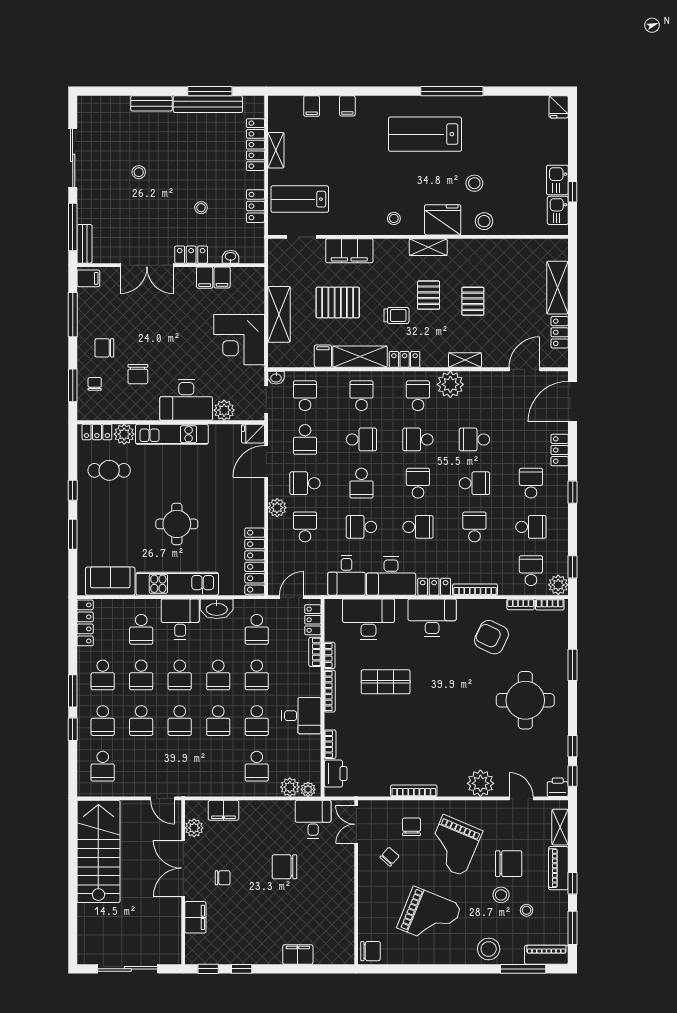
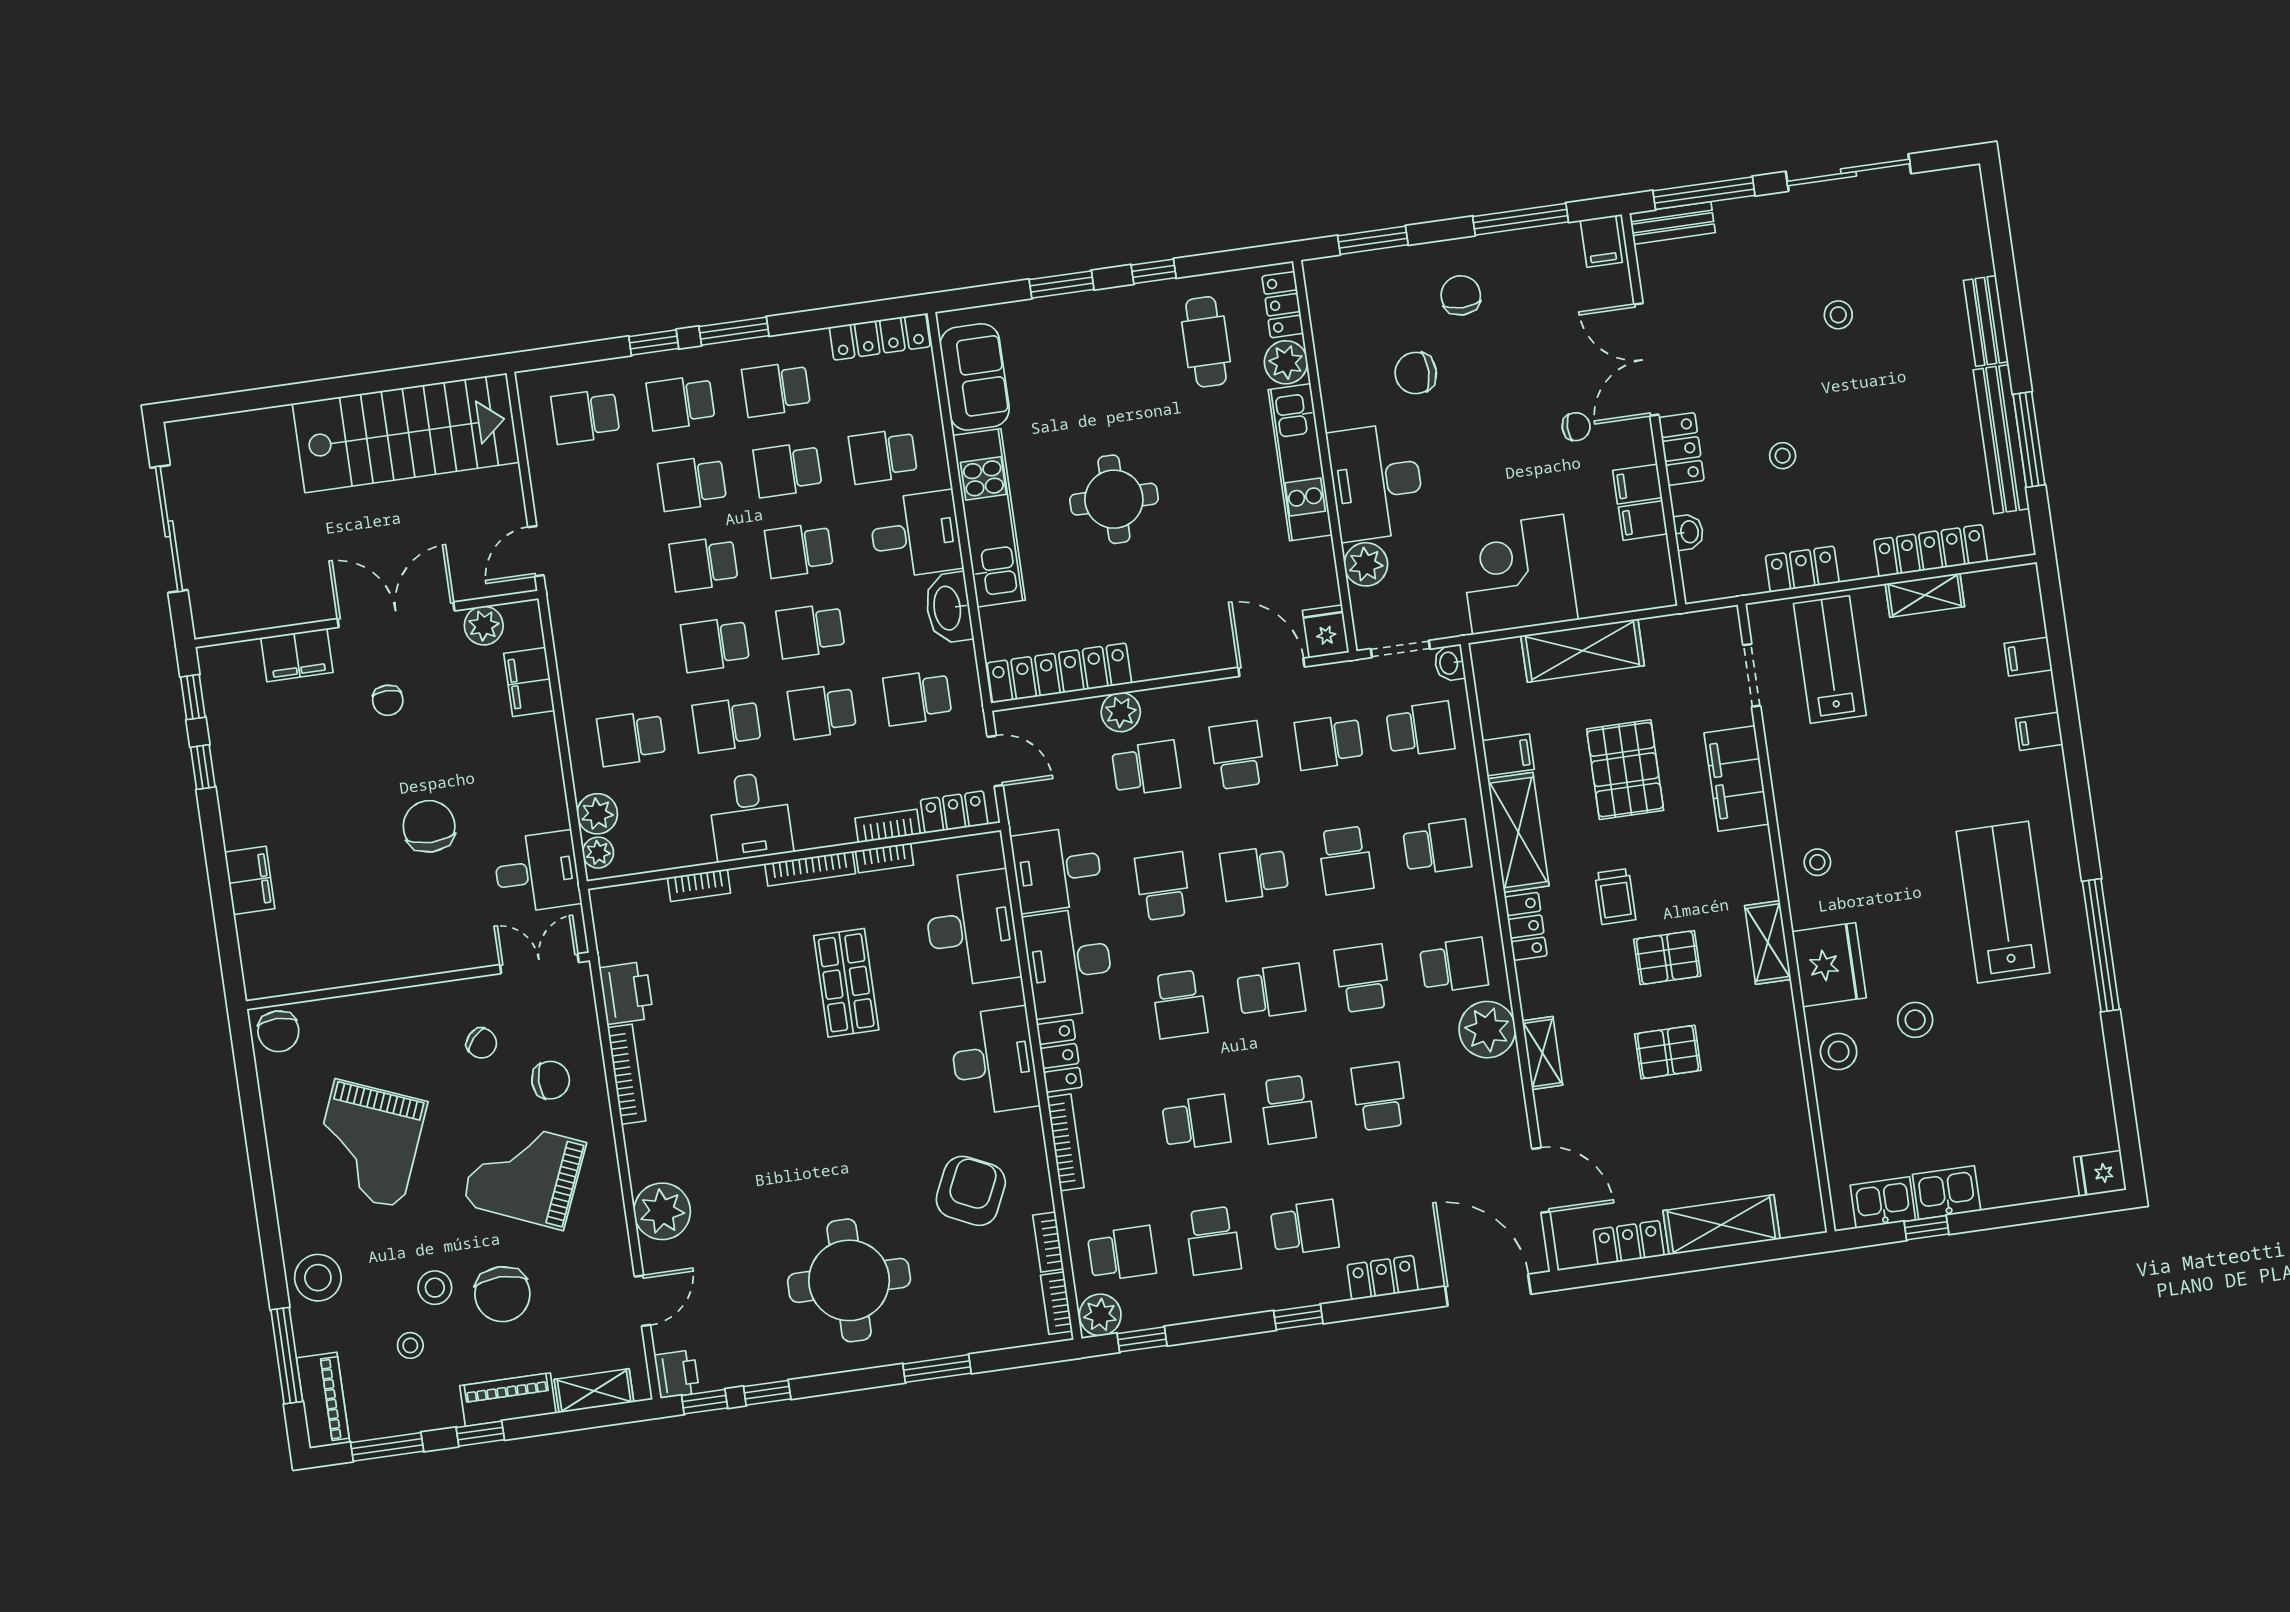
chair: (95, 384) -> (1576, 427), moved
plant: (277, 508) -> (1121, 712), moved
printer: (336, 774) -> (626, 993), moved, turned -90

